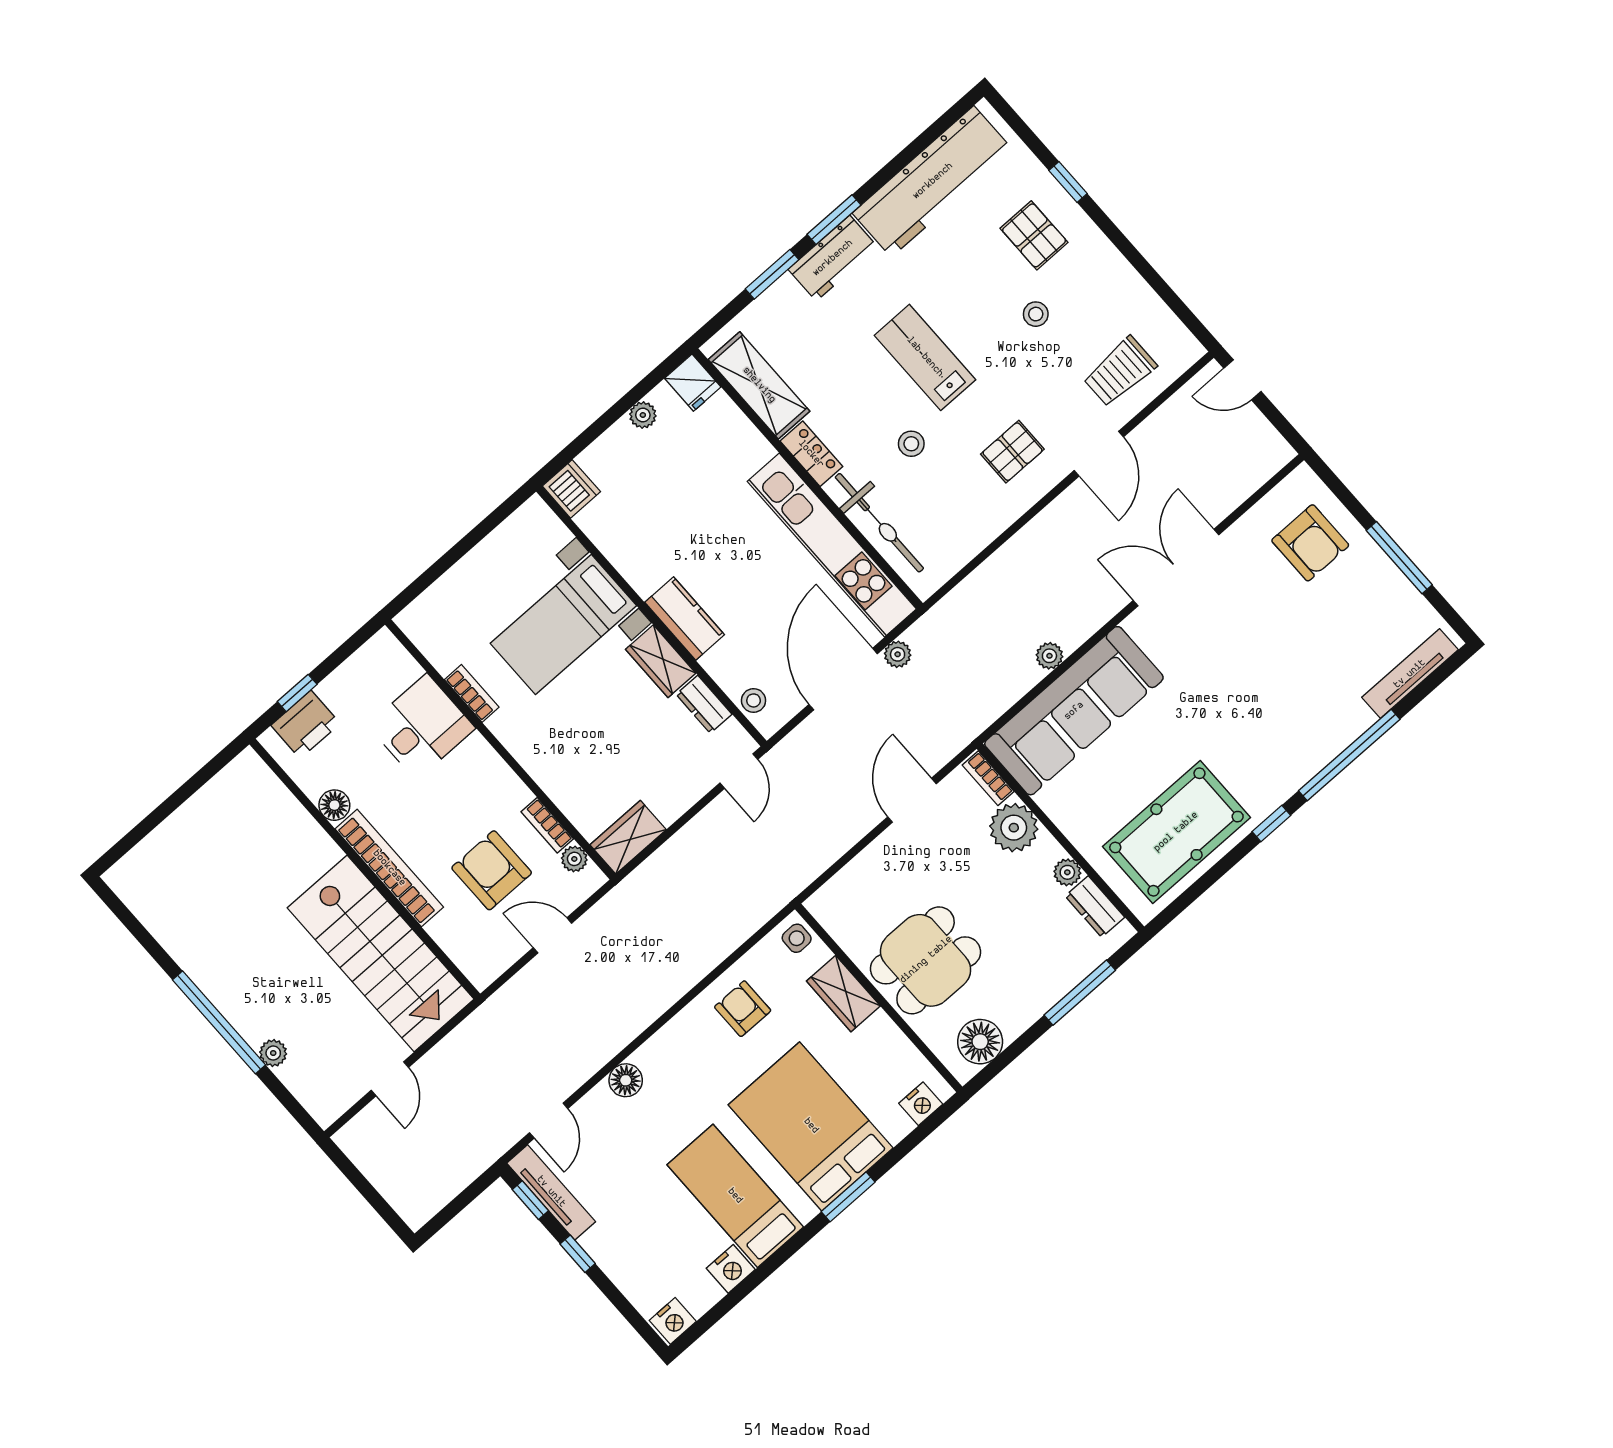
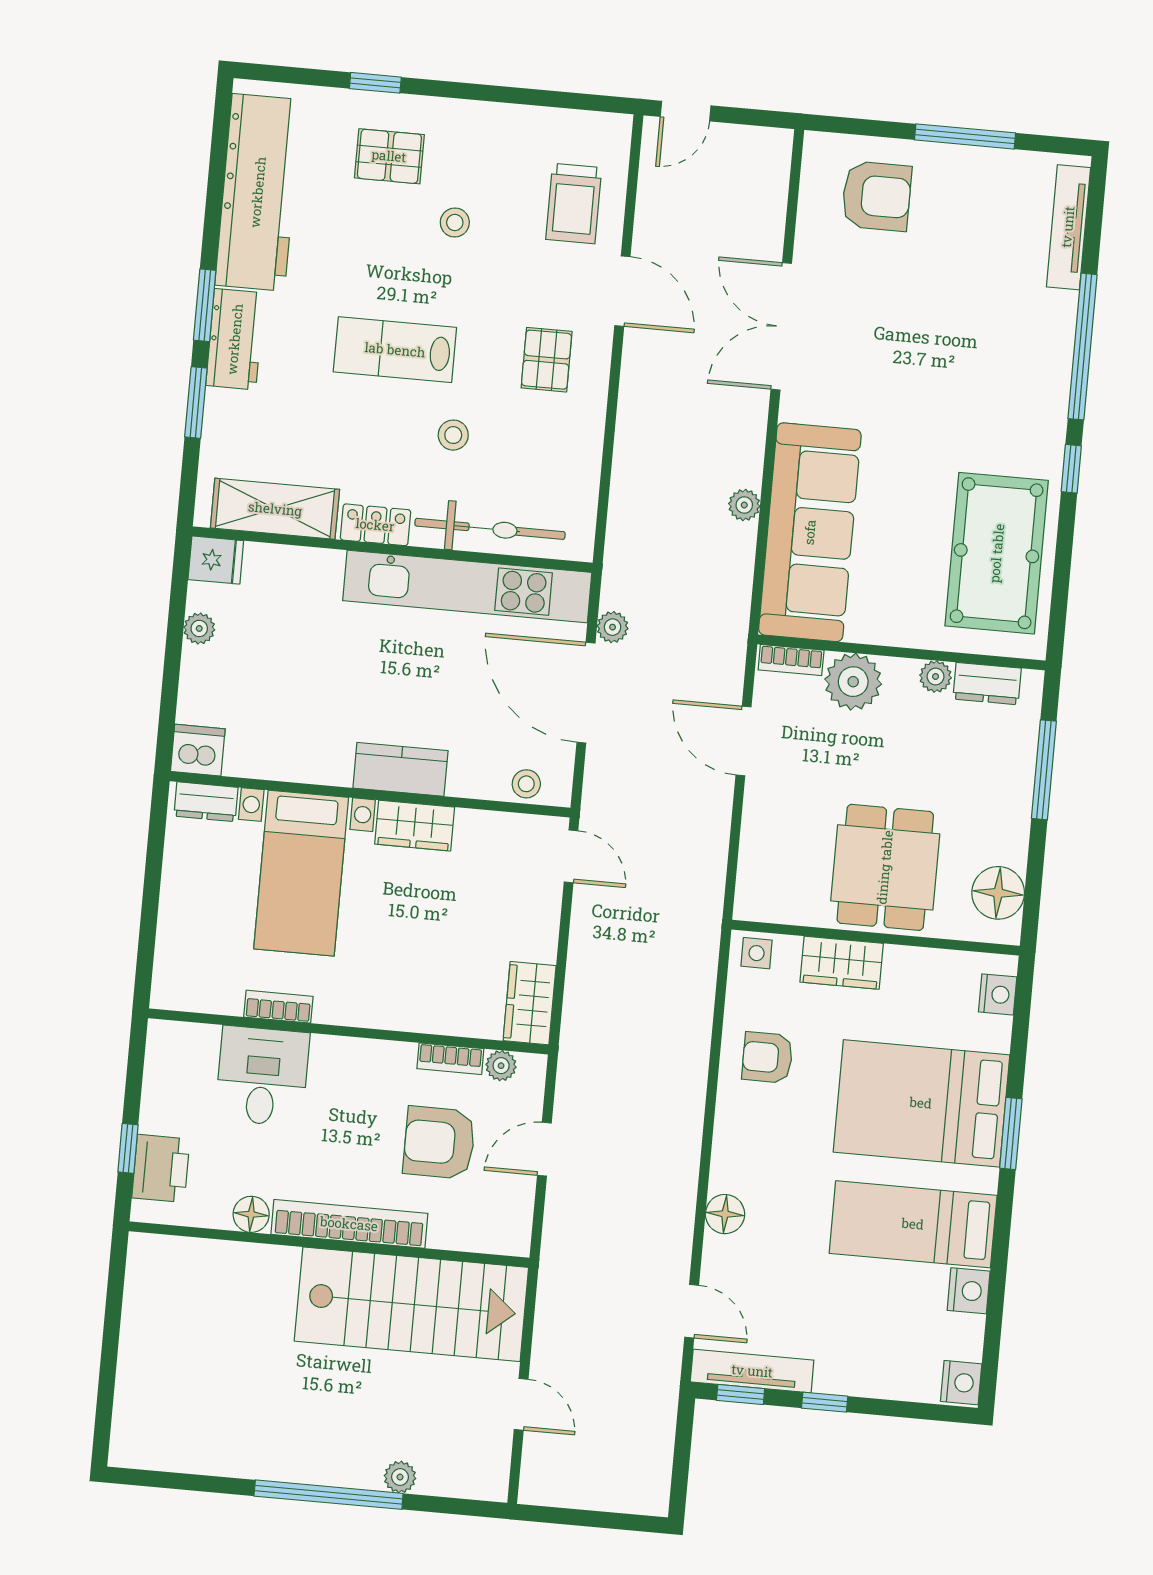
dresser: (704, 704) -> (206, 802), moved

